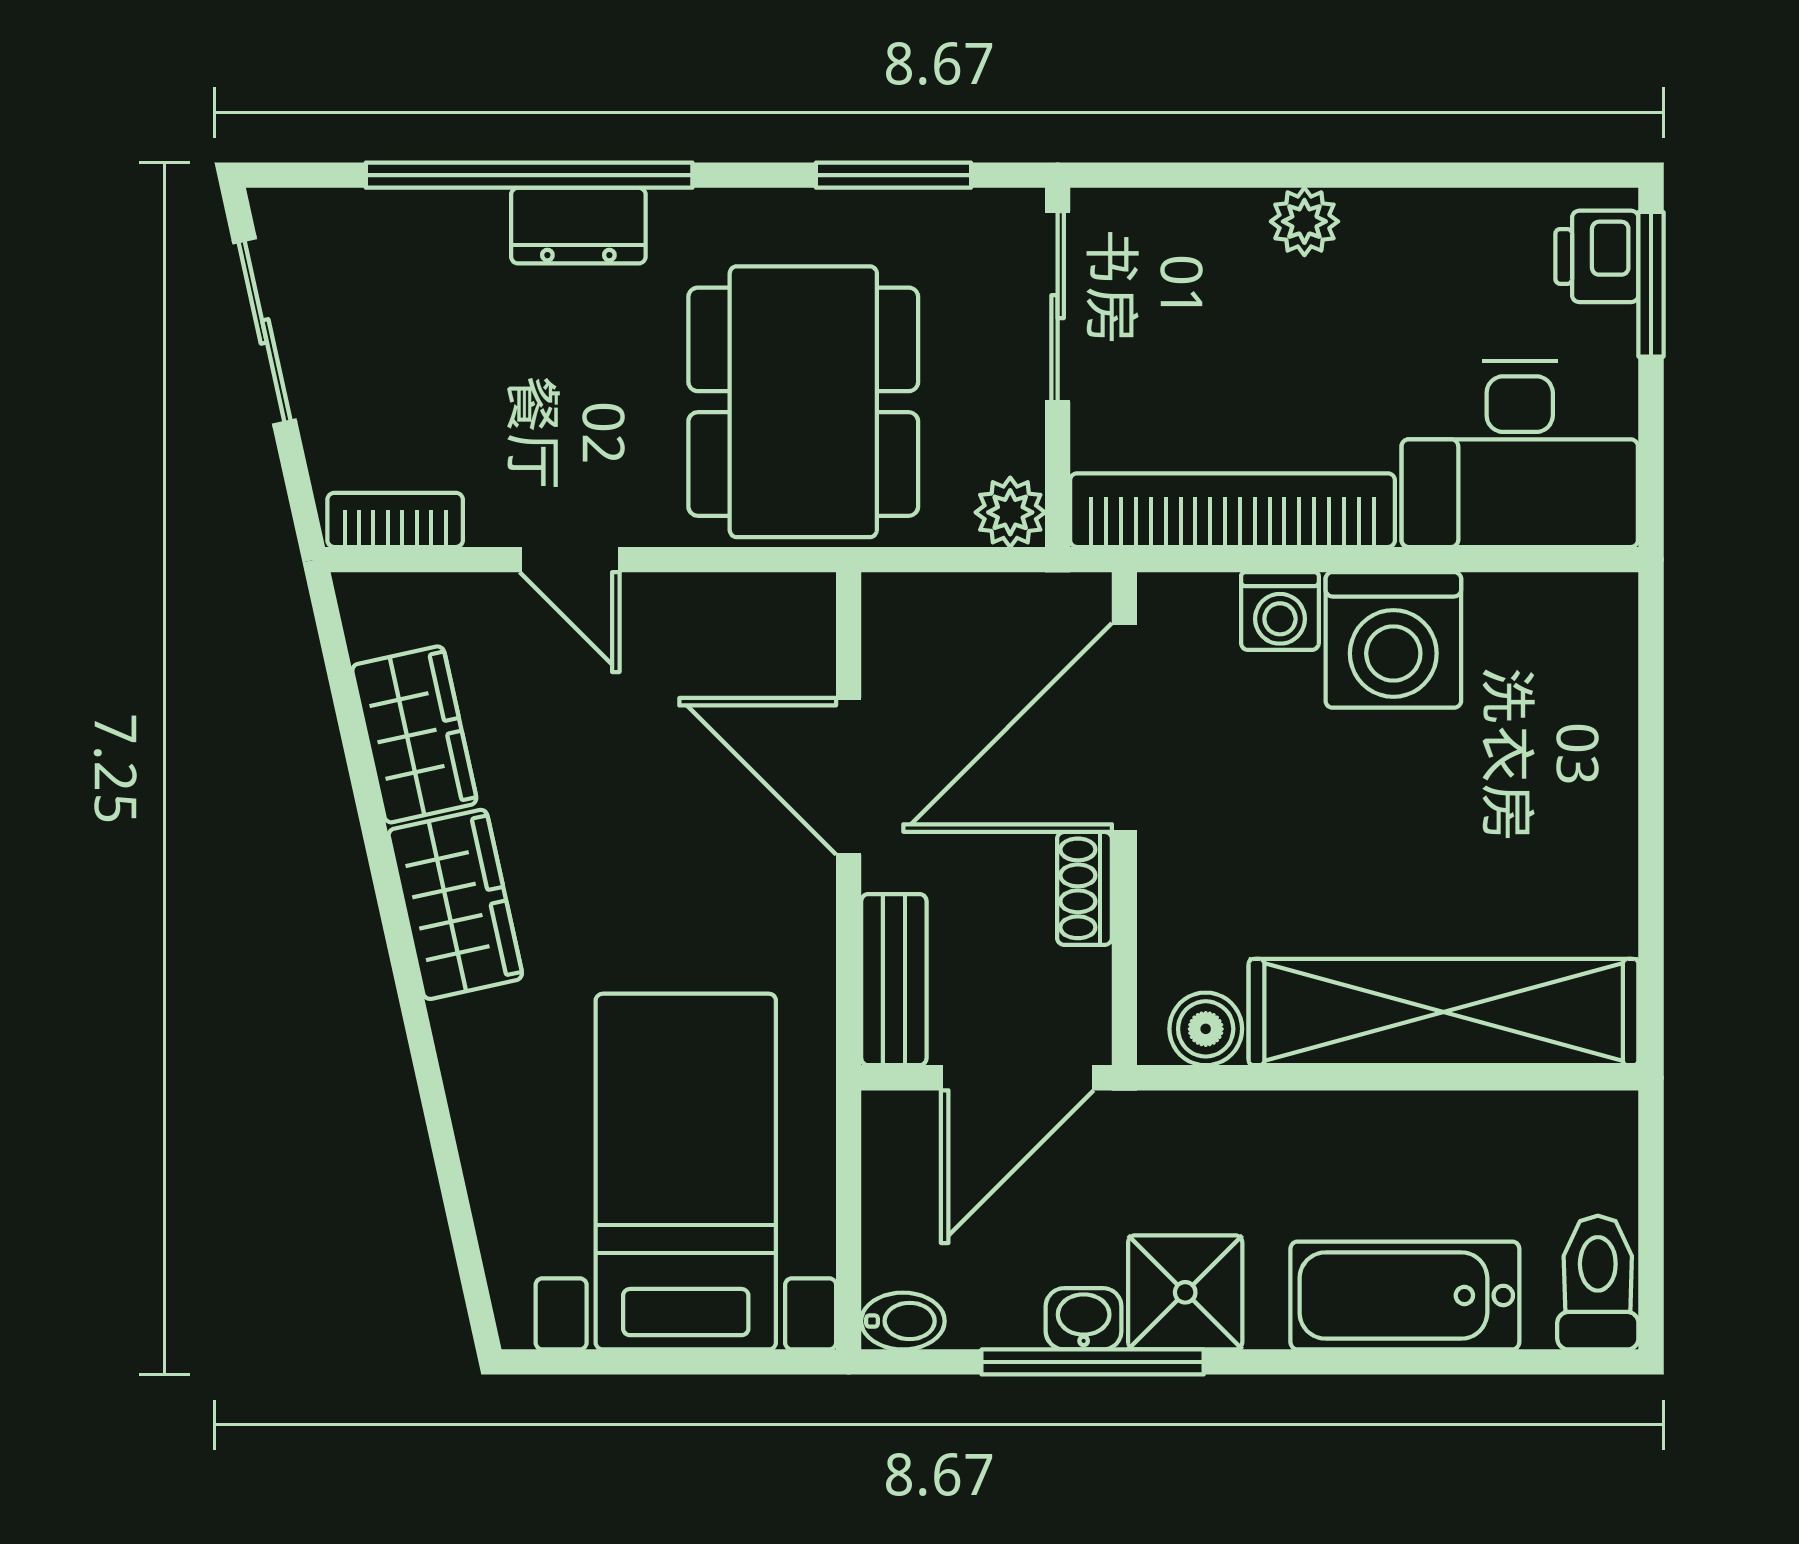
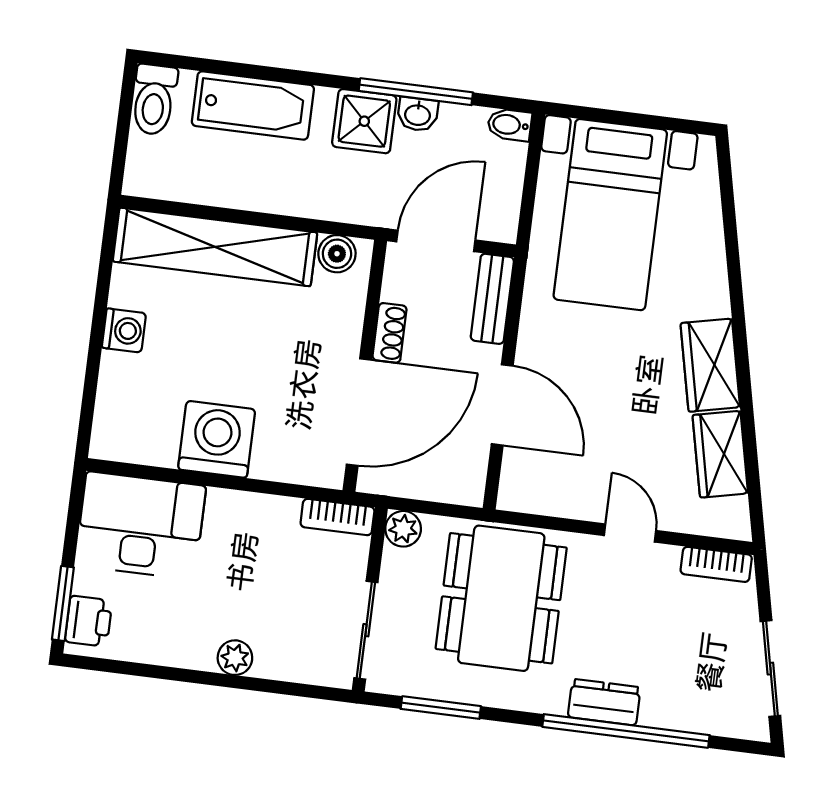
bookcase: (1233, 510) -> (337, 517), width x0.43, depth x0.76
washing machine: (1280, 611) -> (124, 330), moved, turned 90

